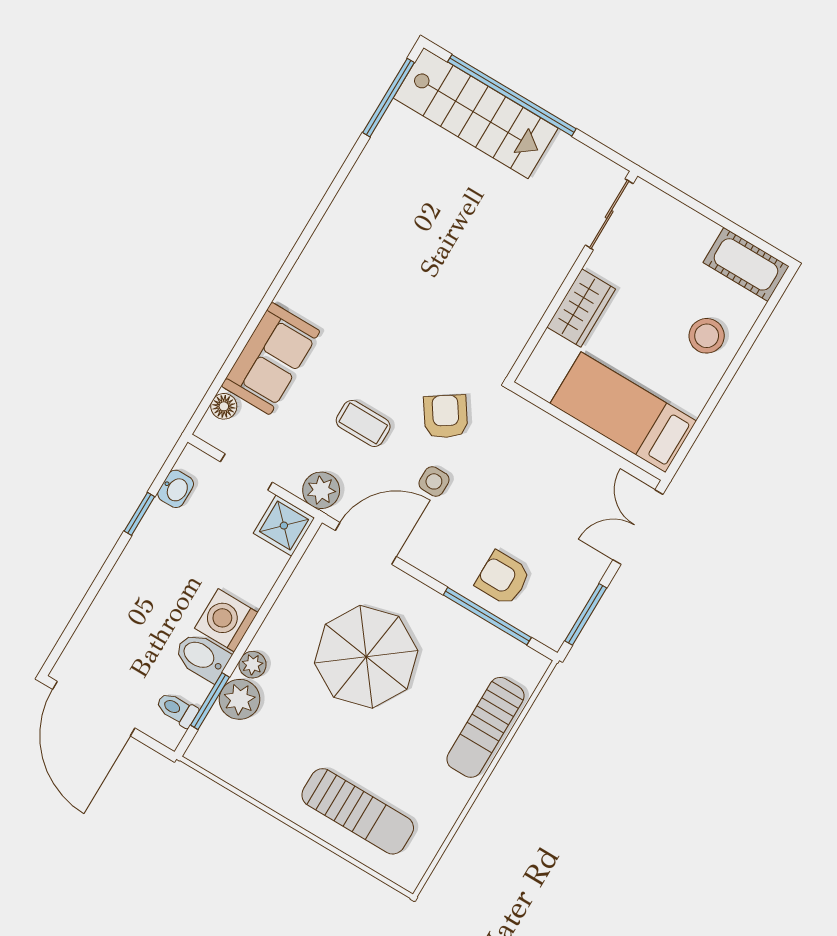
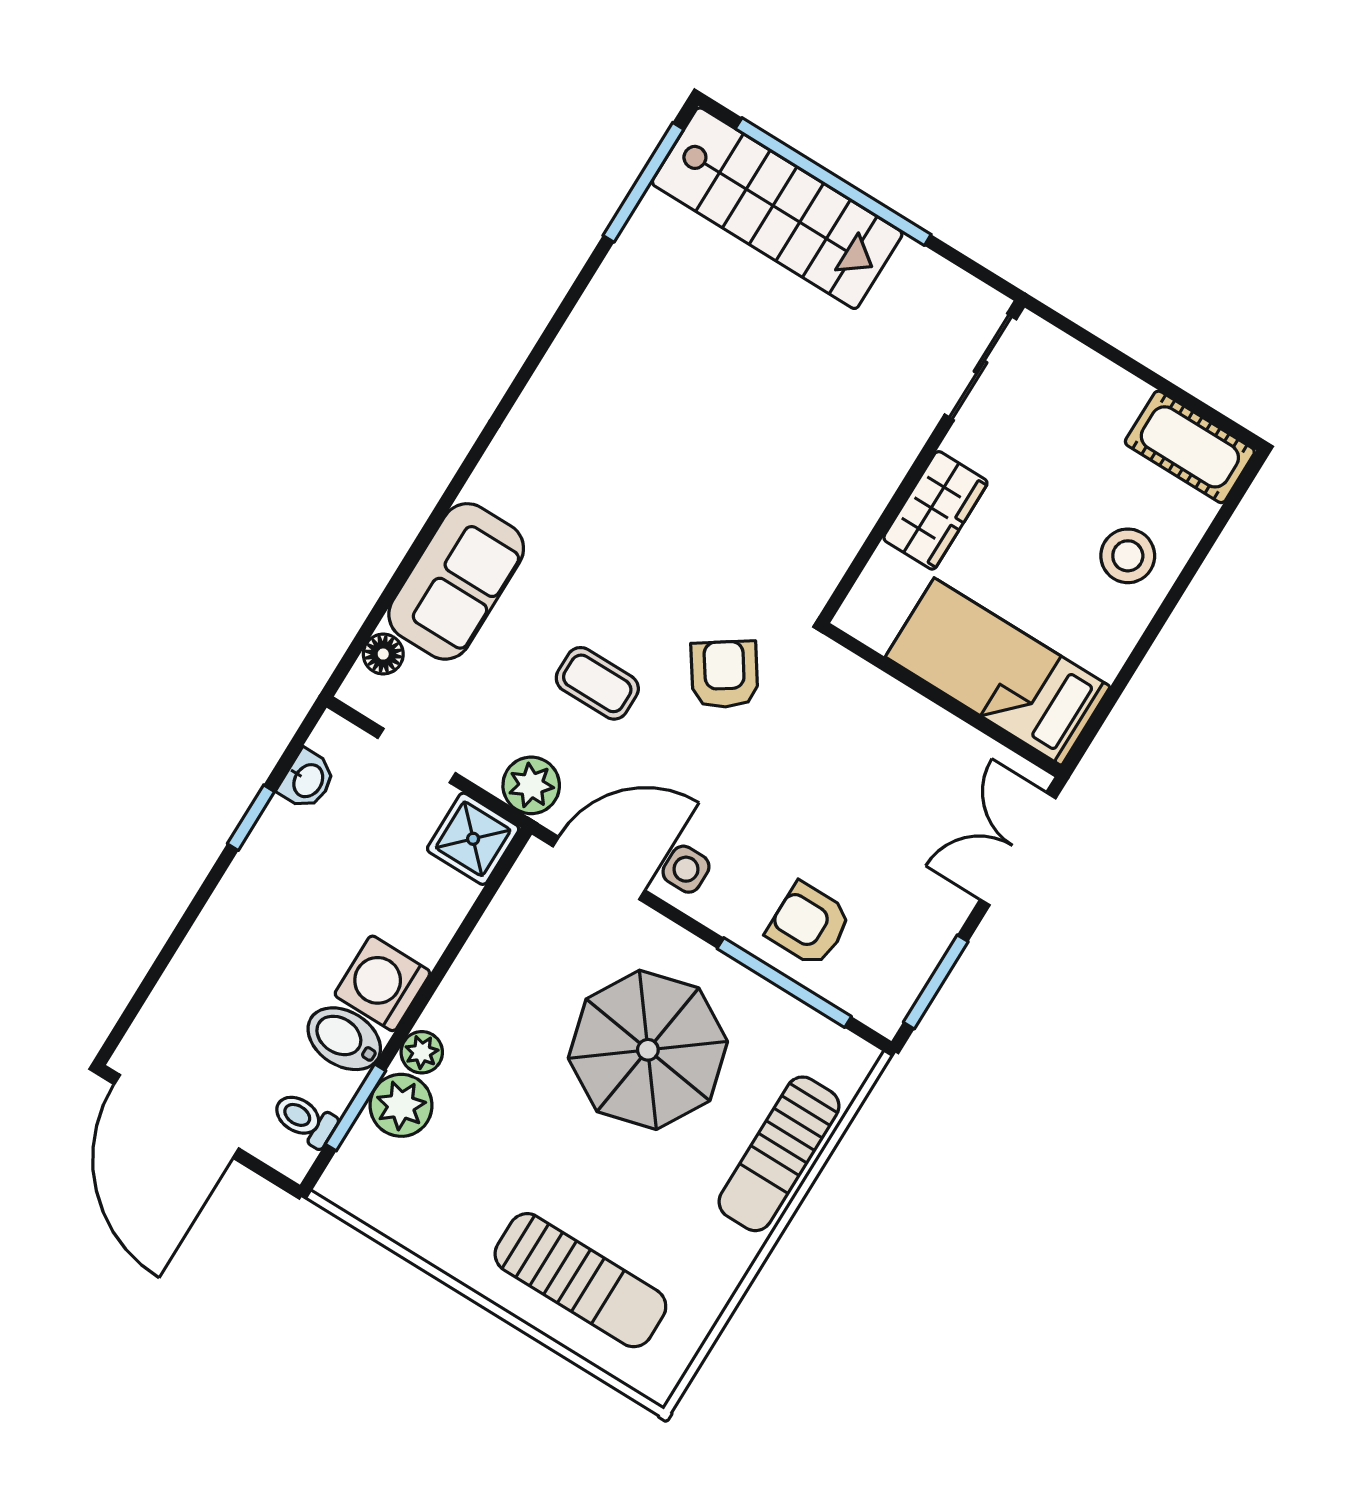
side table: (434, 481) -> (686, 869), moved
parasol: (366, 657) -> (648, 1050), moved

